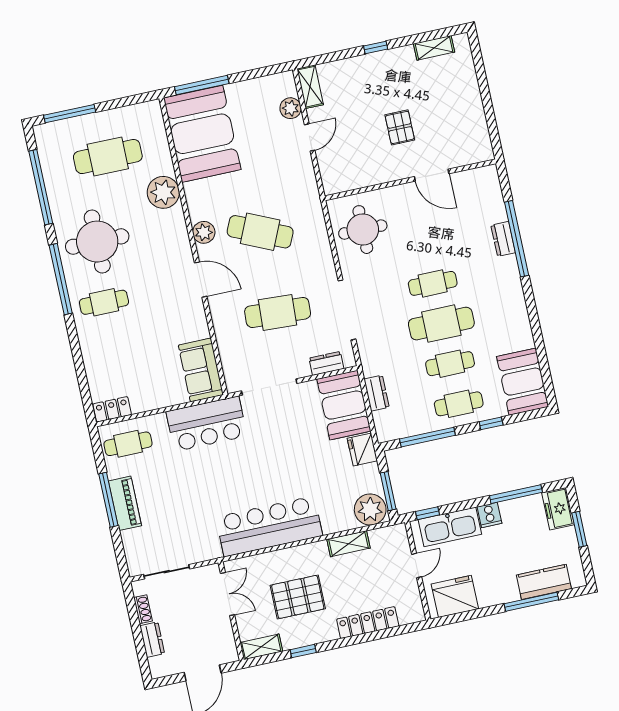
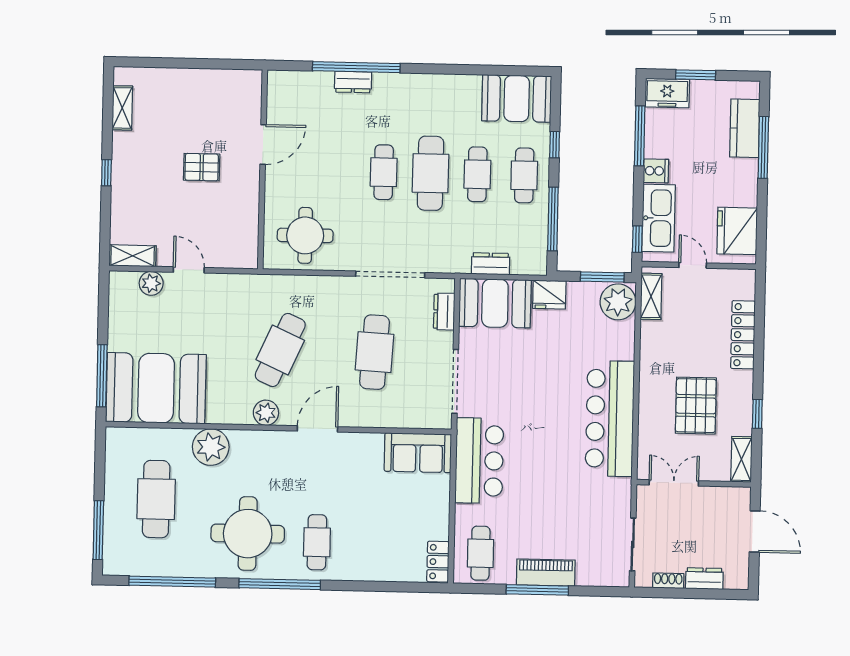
shelving: (349, 544) -> (651, 296), moved

